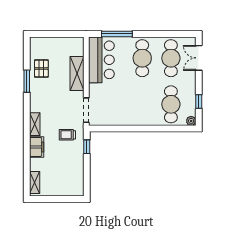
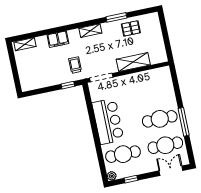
window: (117, 34) -> (184, 122), moved
bar counter: (101, 60) -> (108, 121), moved, turned -90
shelving: (35, 124) -> (90, 31), moved

